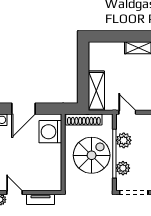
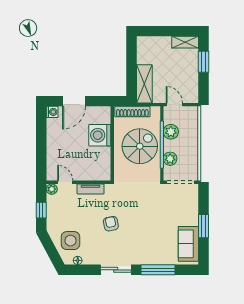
washing machine: (50, 132) -> (100, 135), moved

